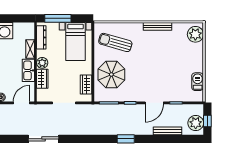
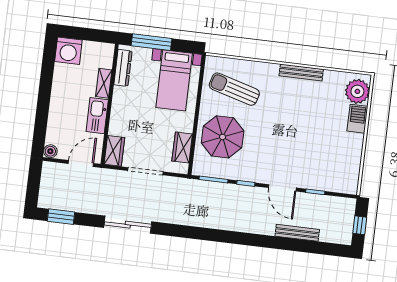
plant: (42, 63) -> (120, 107), removed
wardrobe: (42, 79) -> (114, 151), moved
barbecue: (198, 82) -> (357, 119), moved
door: (154, 103) -> (282, 188), hinge flipped
plant: (196, 123) -> (342, 226), removed
sliding door: (44, 139) -> (128, 225), moved
window: (126, 139) -> (61, 217), moved

